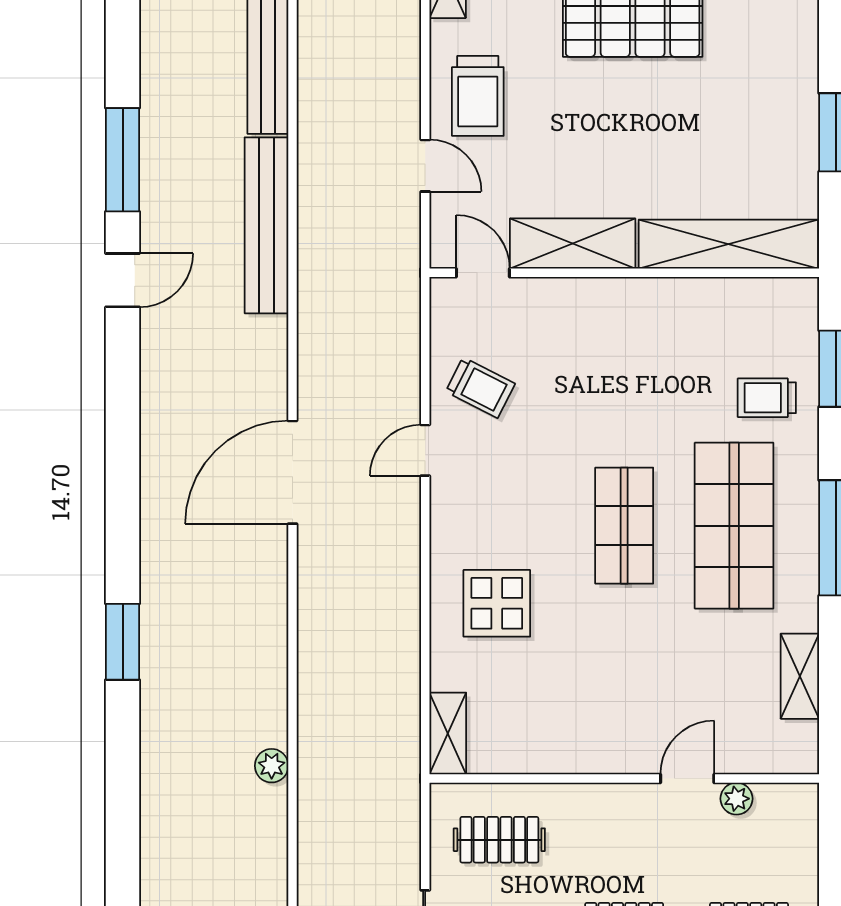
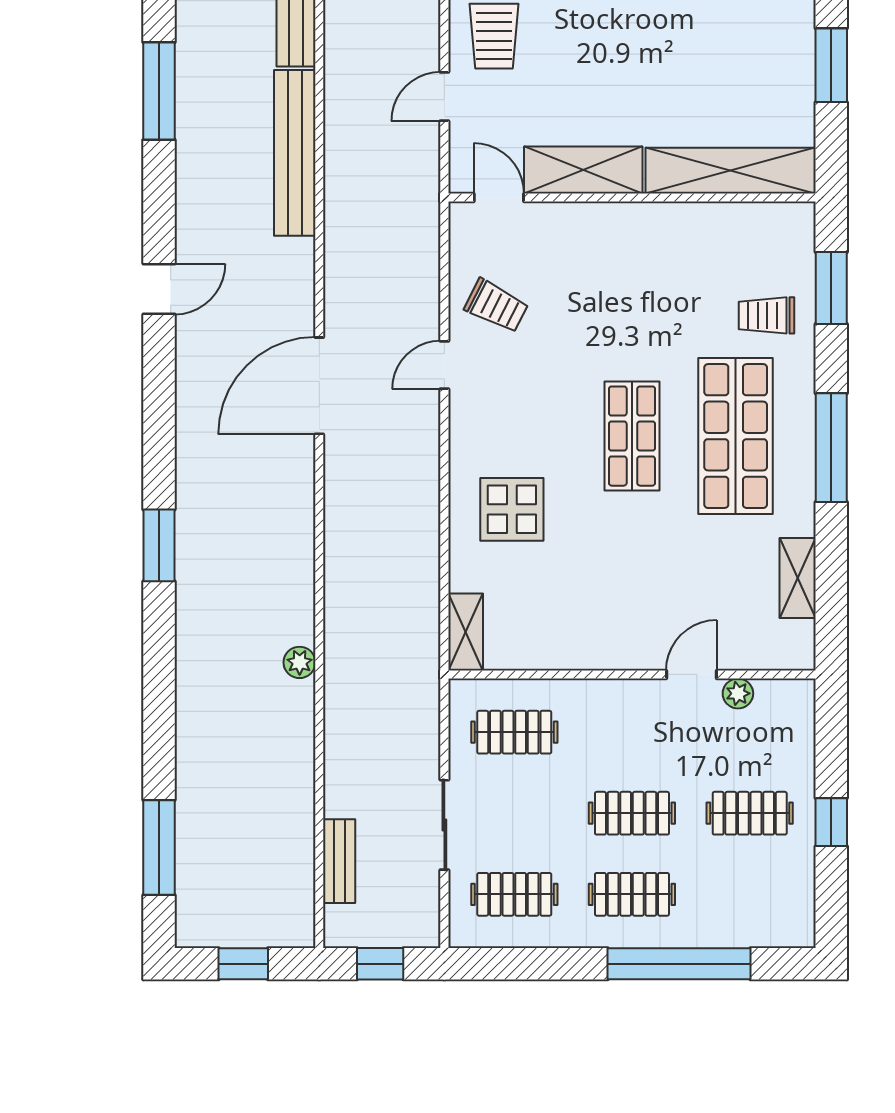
door: (425, 166) -> (444, 96), swing flipped
door: (123, 280) -> (159, 289), moved

